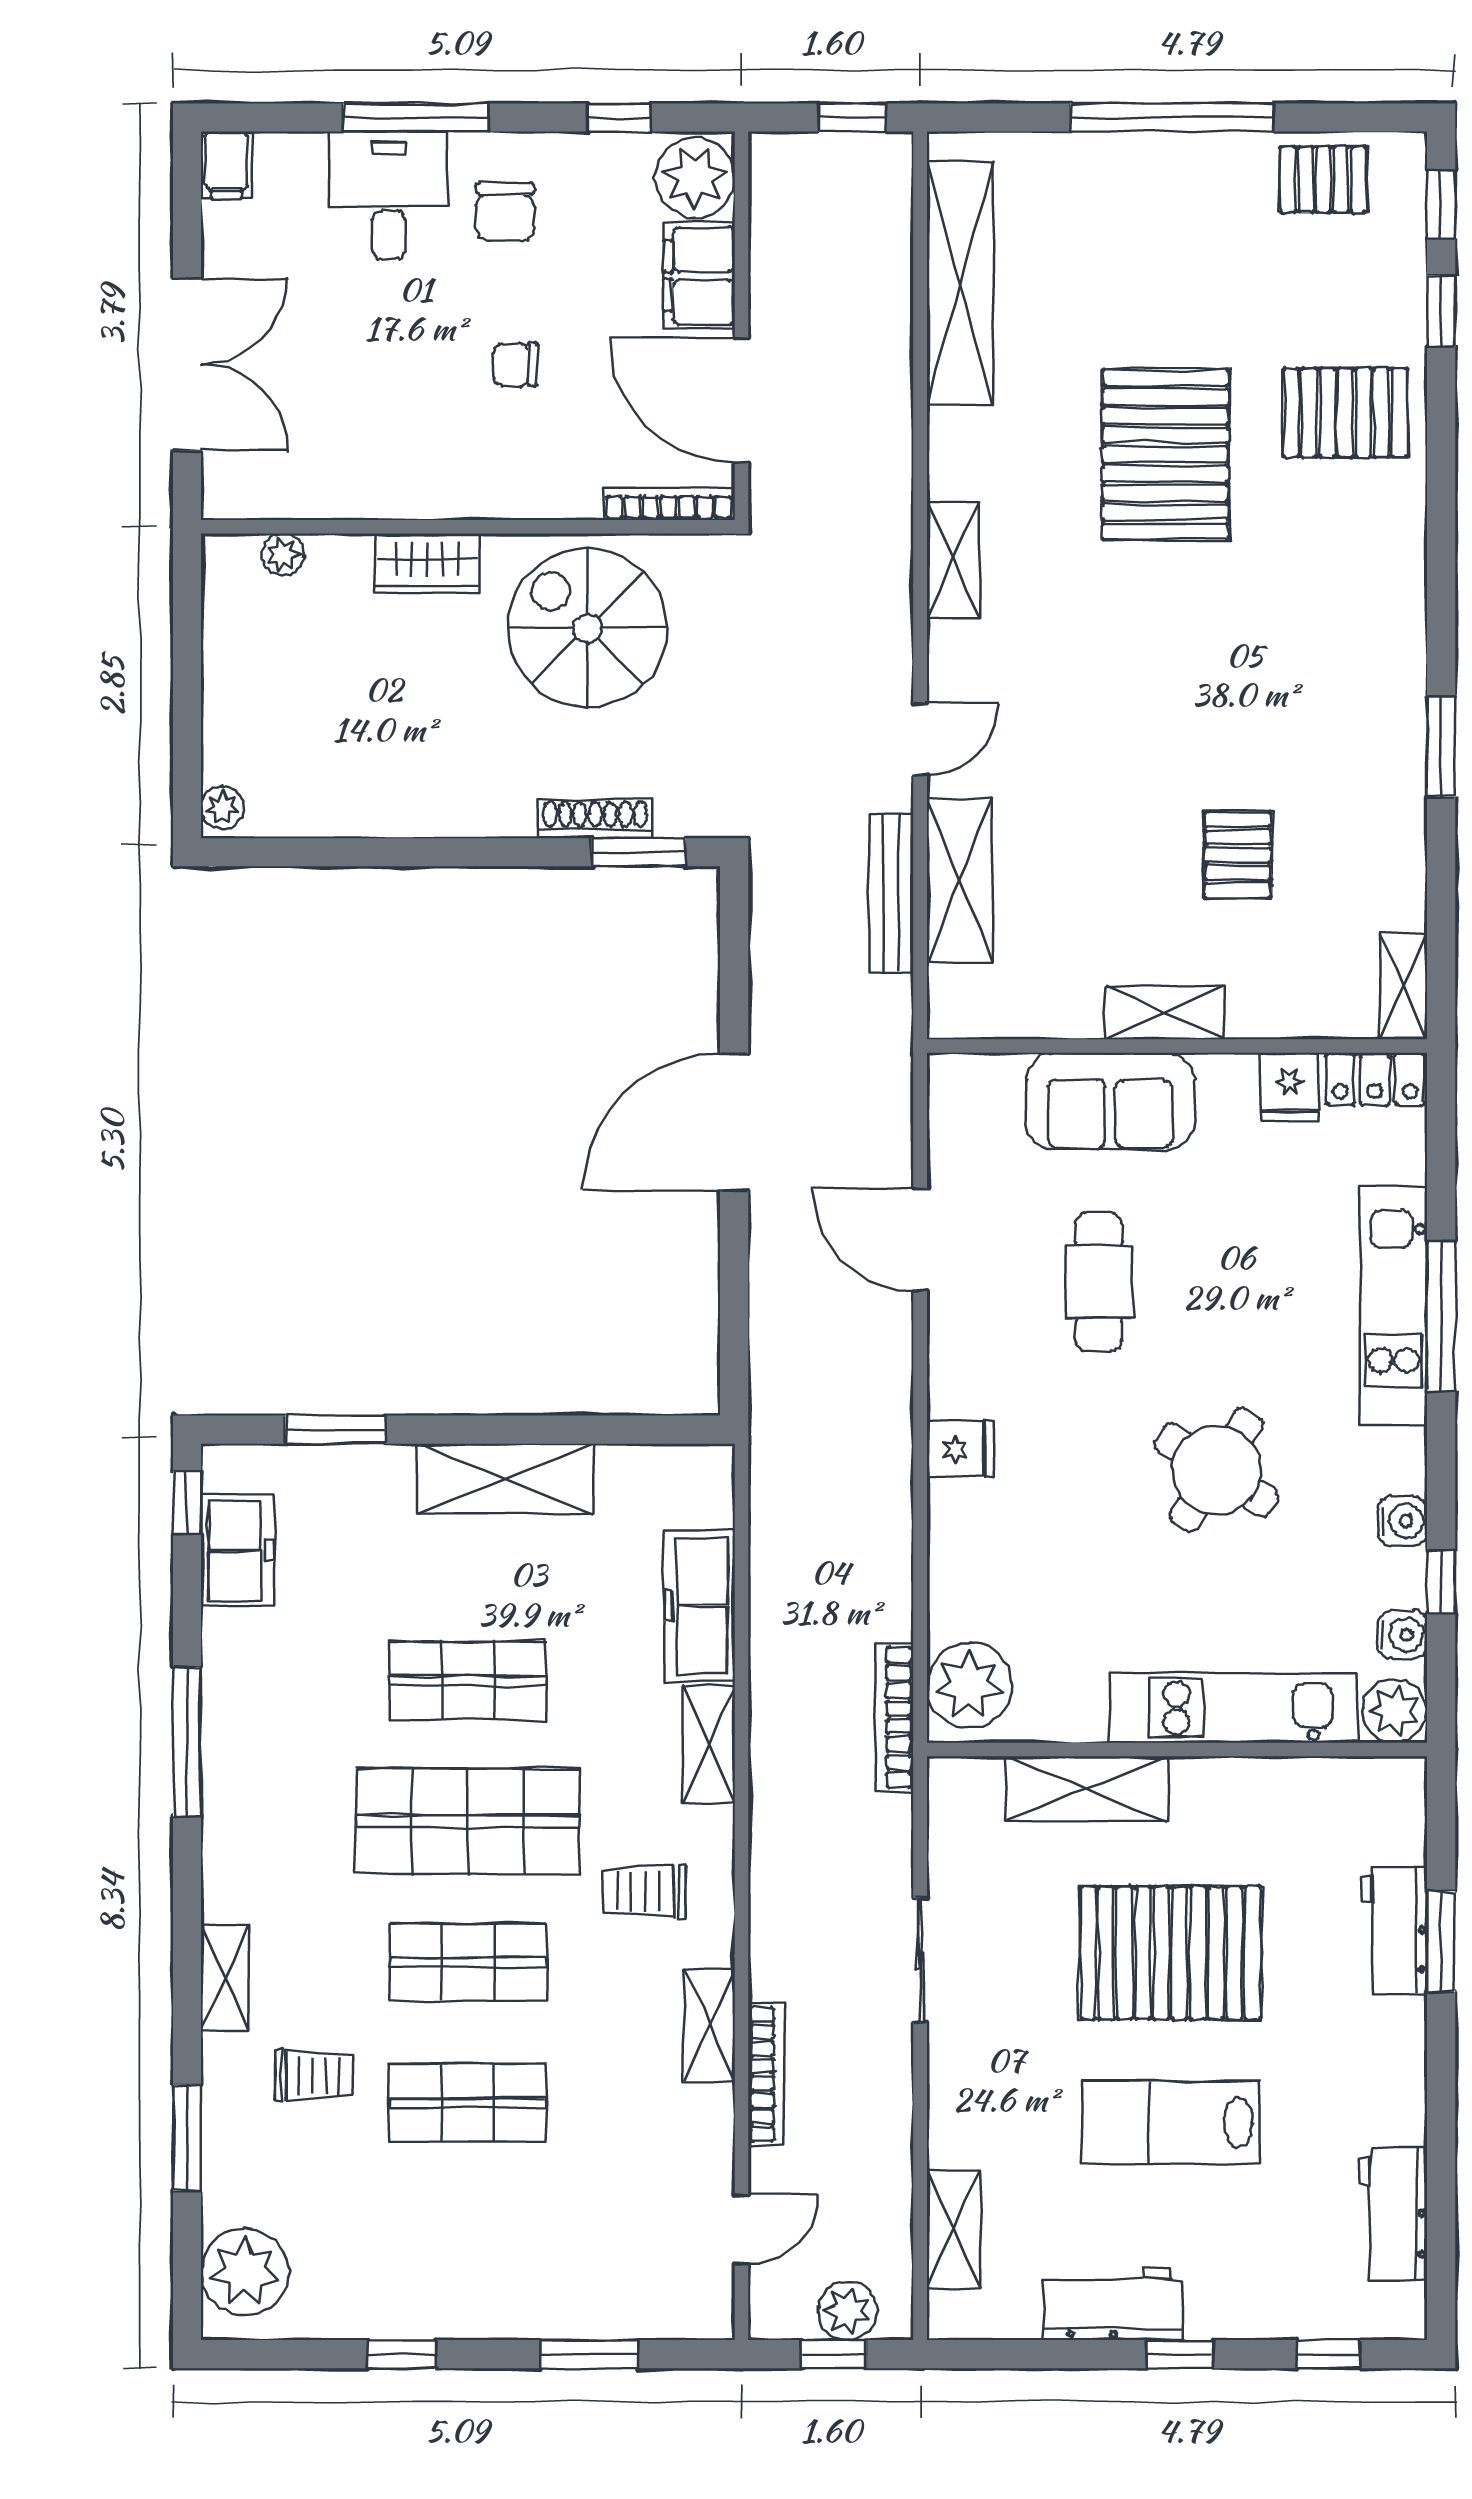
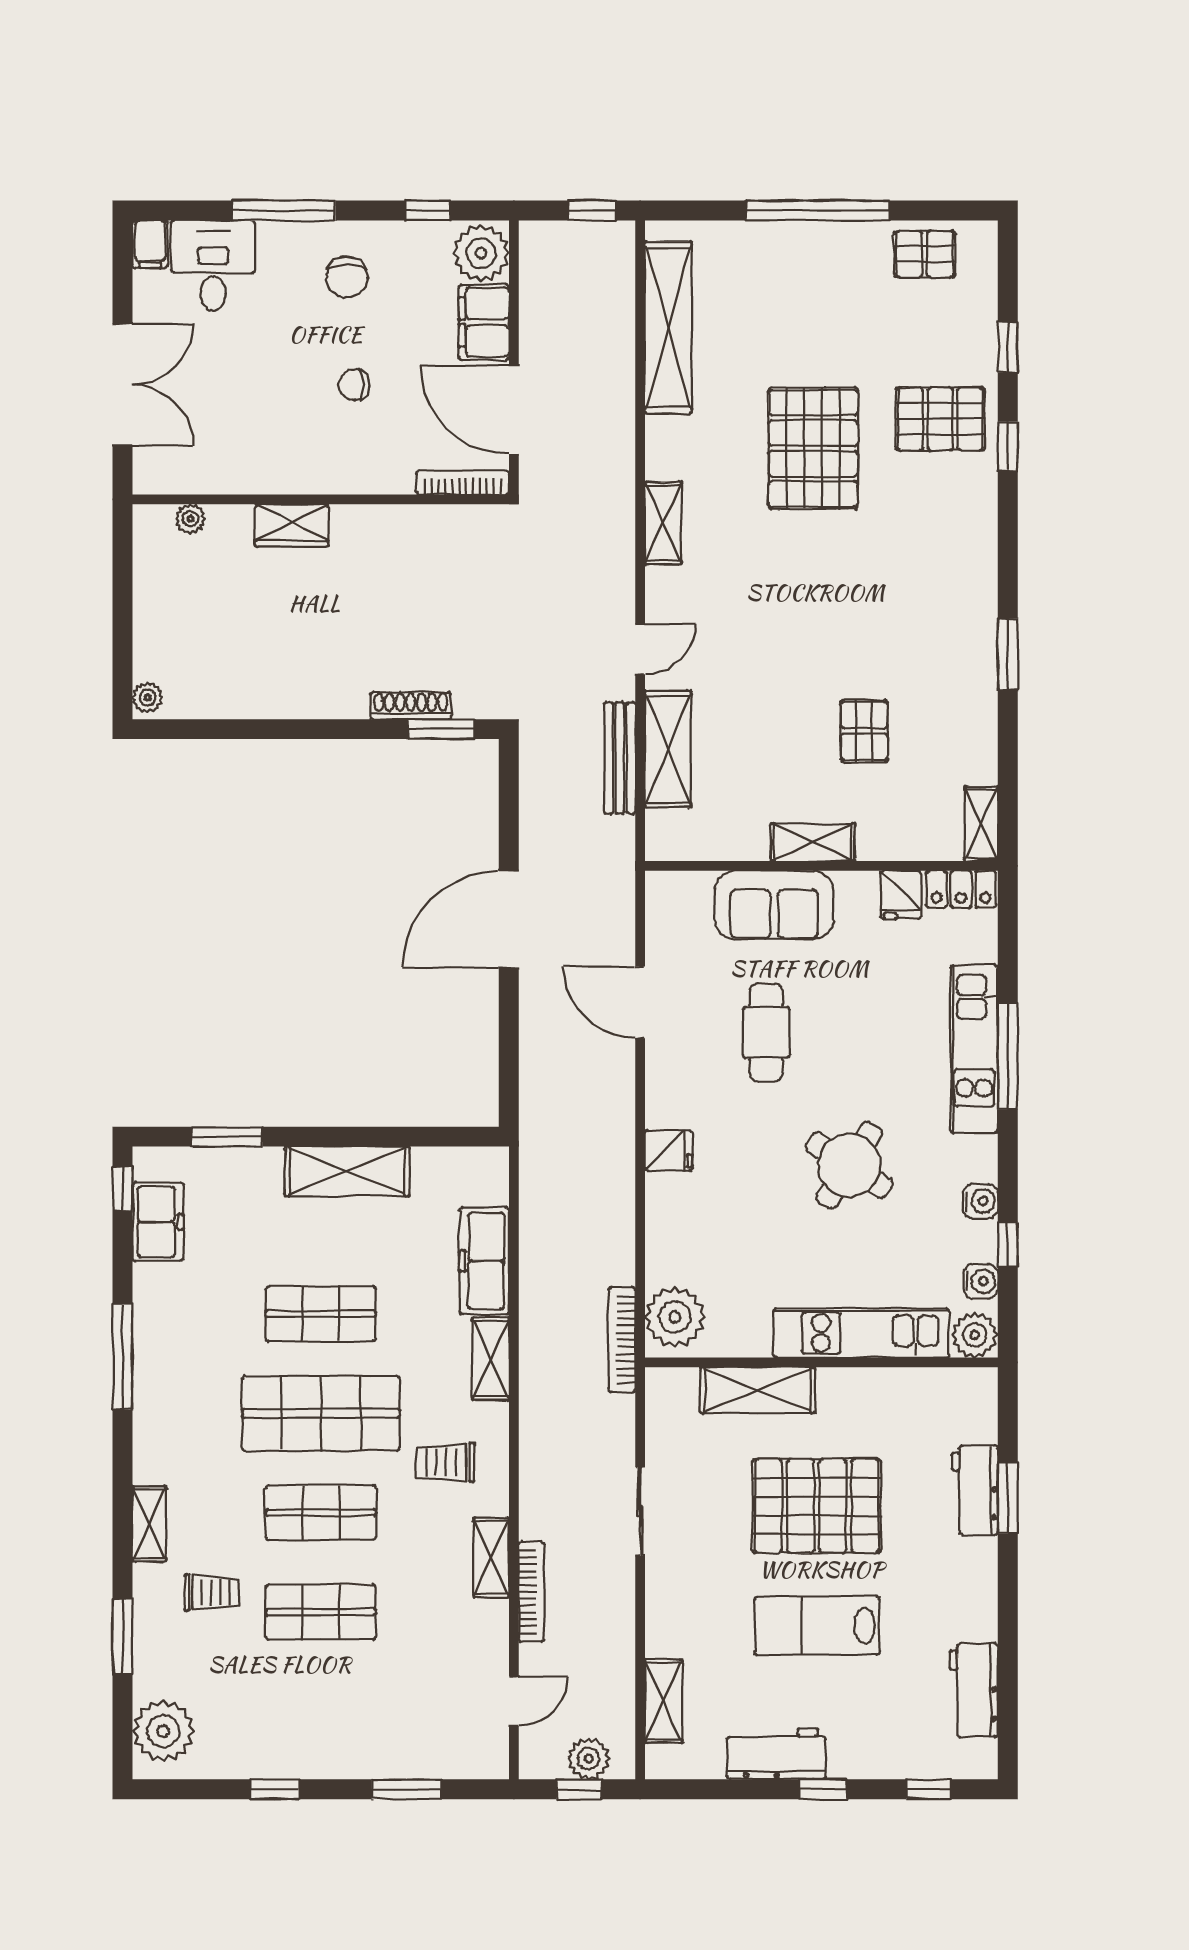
desk: (389, 196) -> (213, 266), moved
window: (1441, 205) -> (1008, 446), moved
spiral stairs: (588, 628) -> (405, 571), removed

